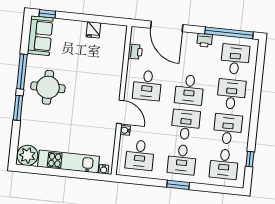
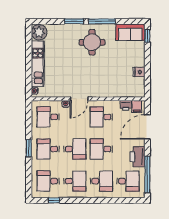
filing cabinet: (138, 37) -> (137, 107), added
printer: (205, 40) -> (138, 157), width x1.87, depth x1.48

